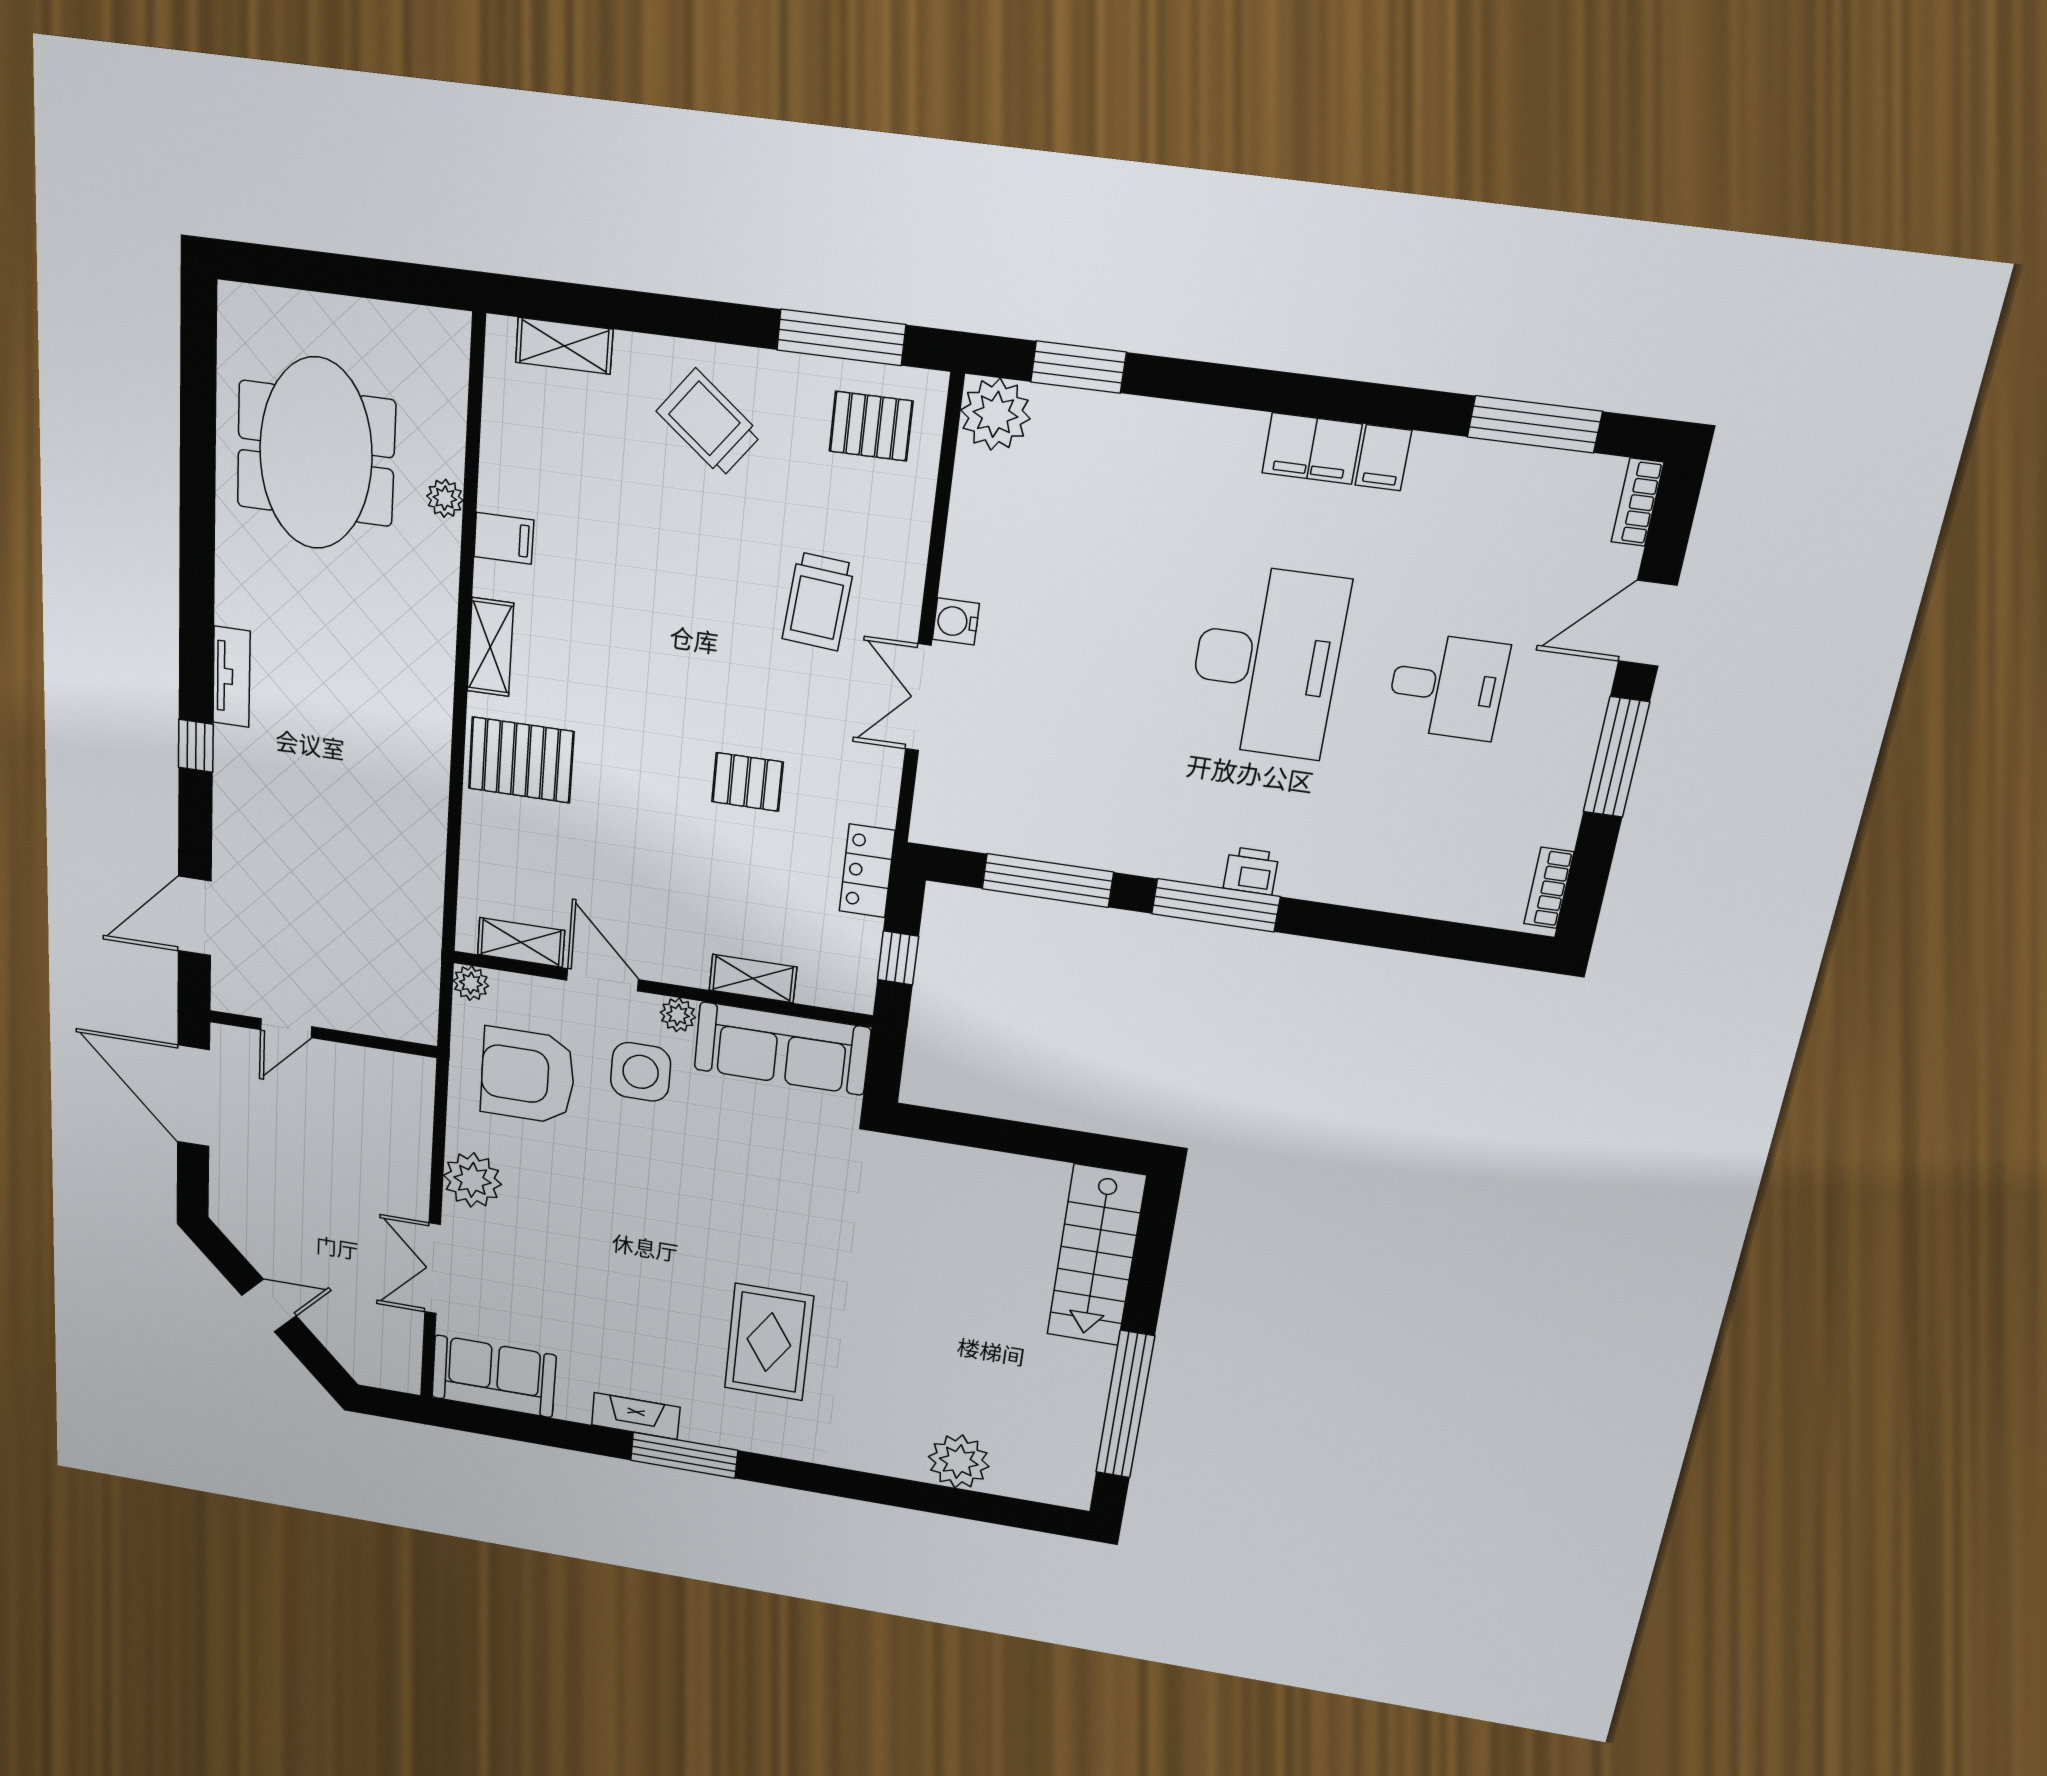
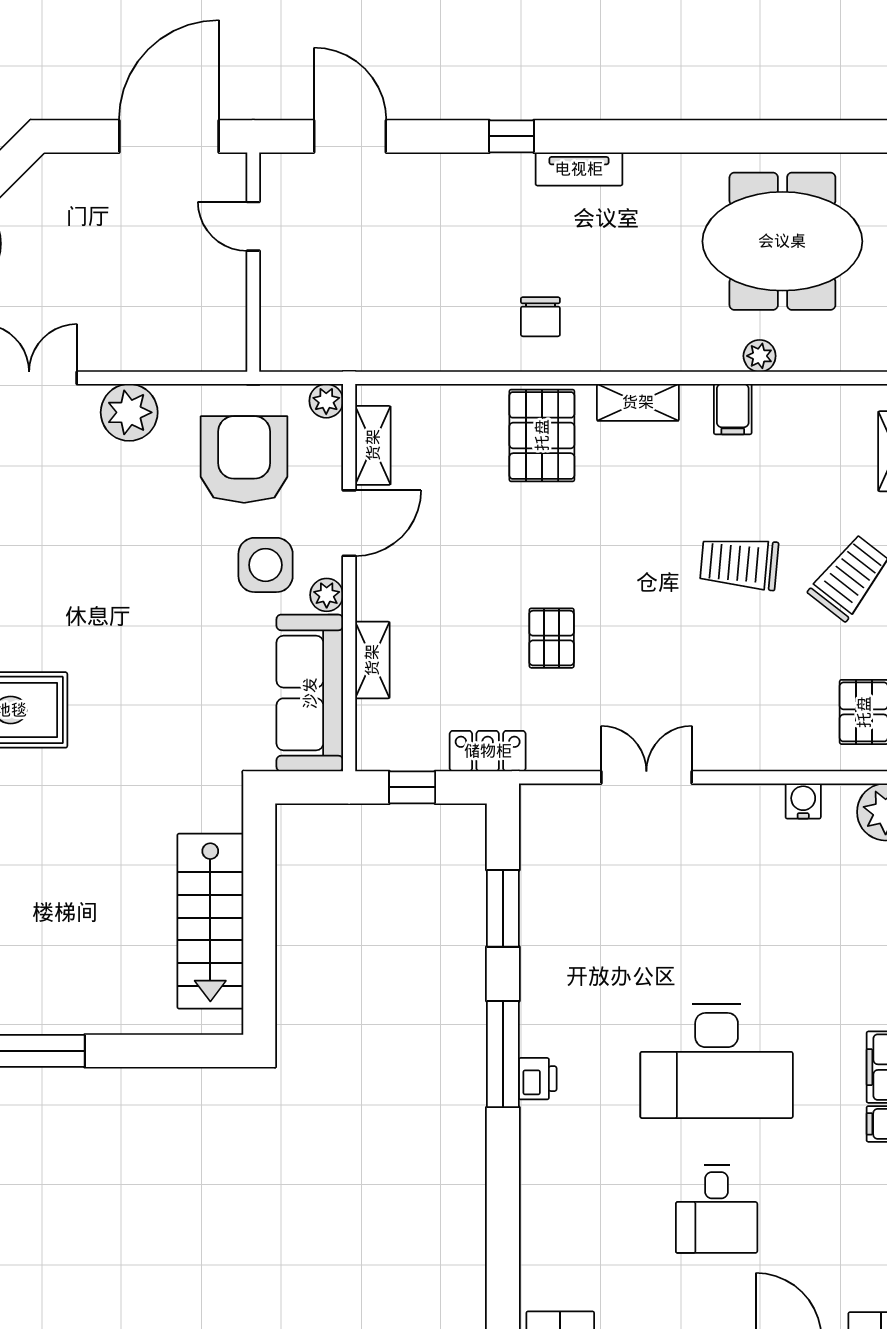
trolley: (818, 602) -> (739, 563), moved
water cooler: (956, 622) -> (803, 801), moved
chair: (391, 743) -> (540, 317), added
window: (1048, 880) -> (503, 908), width x0.69
stairs: (1096, 1256) -> (210, 921), moved, turned -90

